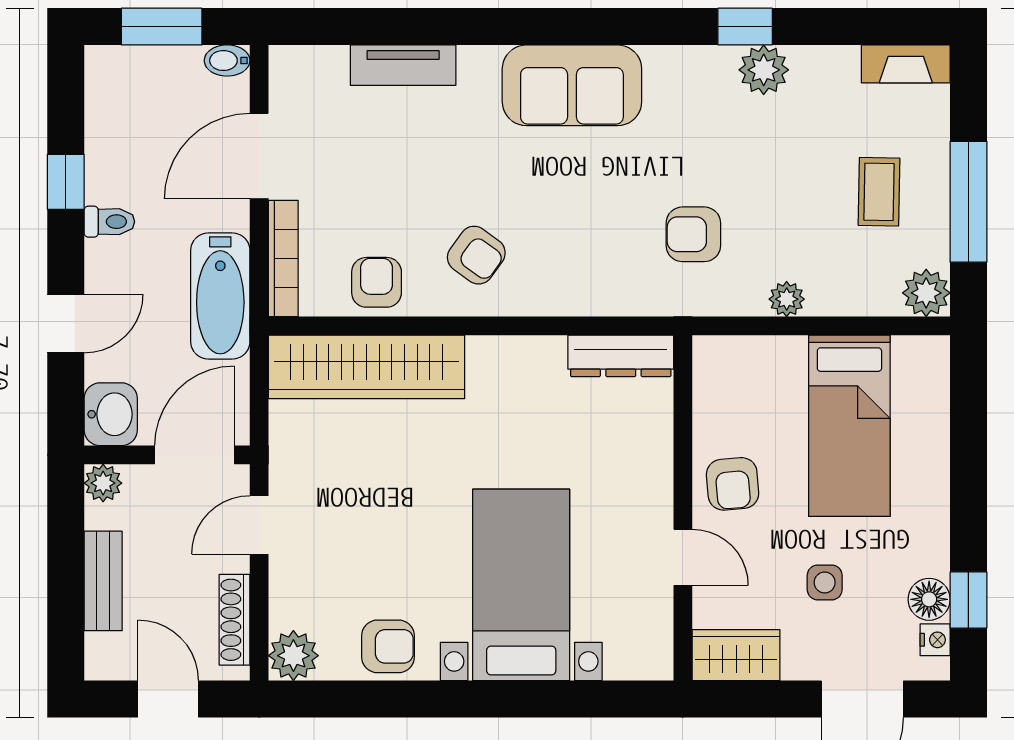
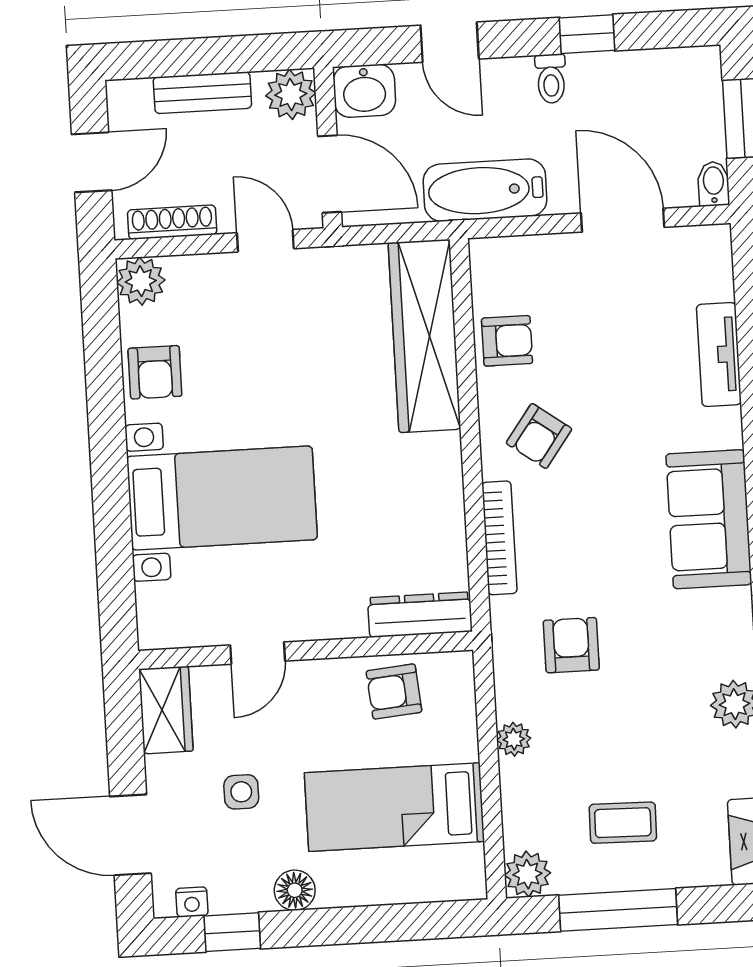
bookcase: (283, 259) -> (499, 538), moved, turned -90
dresser: (621, 356) -> (420, 615), moved, turned 90
plant: (103, 483) -> (291, 94), width x1.38, depth x1.38
armchair: (733, 484) -> (394, 691), moved
floor lamp: (929, 599) -> (295, 890), moved

